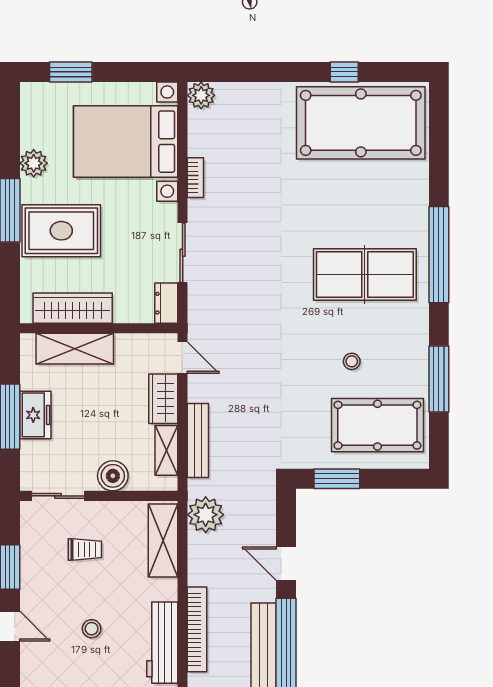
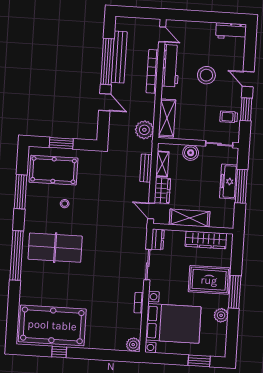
shelving: (75, 349) -> (190, 218), moved
freezer: (35, 415) -> (229, 181), width x1.40
bench: (198, 441) -> (146, 168), width x0.73
window: (337, 479) -> (61, 143), moved
trolley: (85, 549) -> (229, 117), moved
stool: (92, 629) -> (206, 75), width x1.89, depth x1.89

